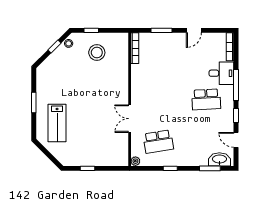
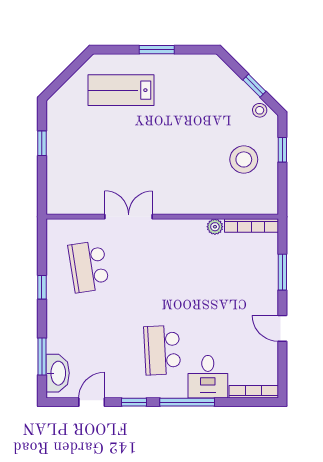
plant: (135, 161) -> (215, 227), moved

